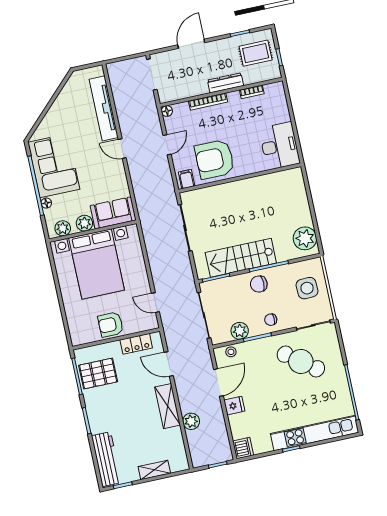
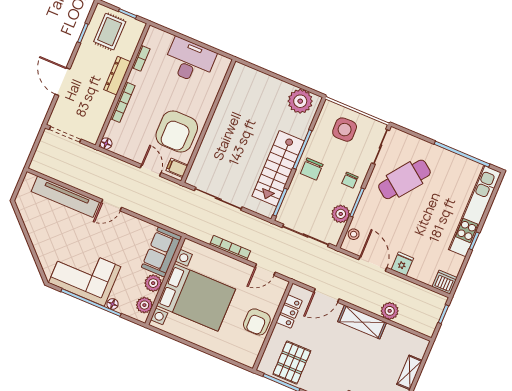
door: (167, 145) -> (151, 170), moved
desk: (279, 146) -> (190, 61), moved
bookcase: (154, 264) -> (230, 248), added

